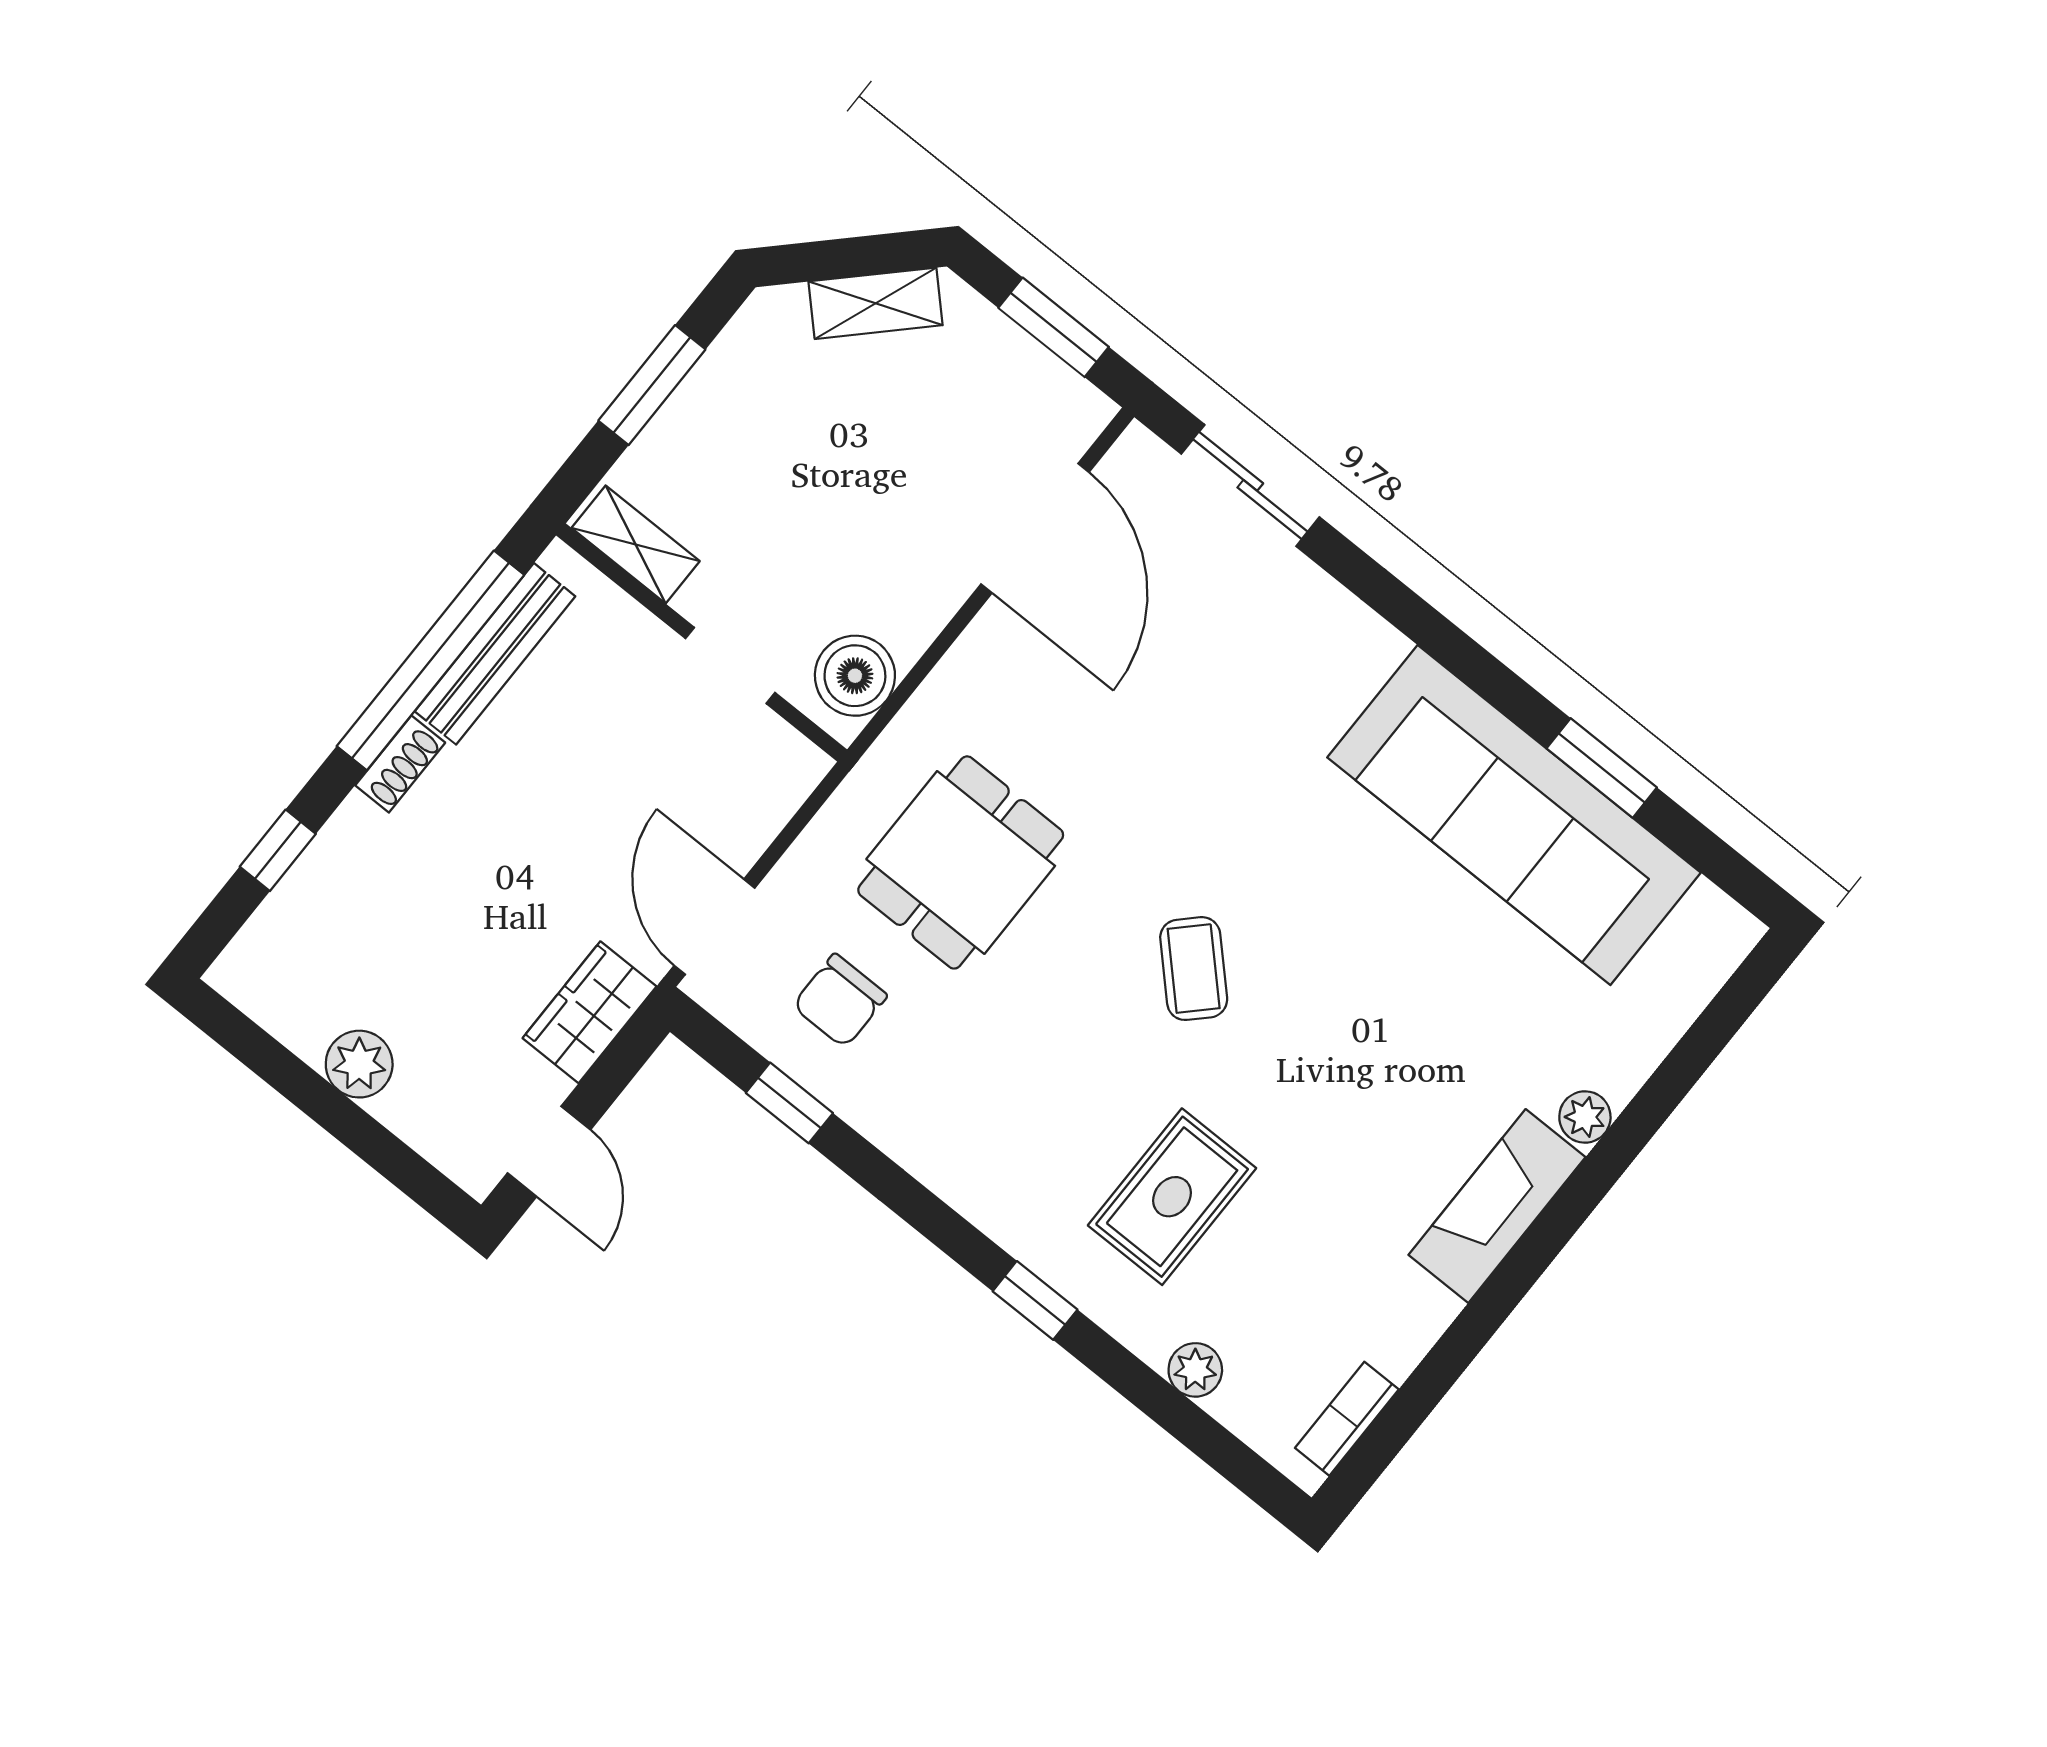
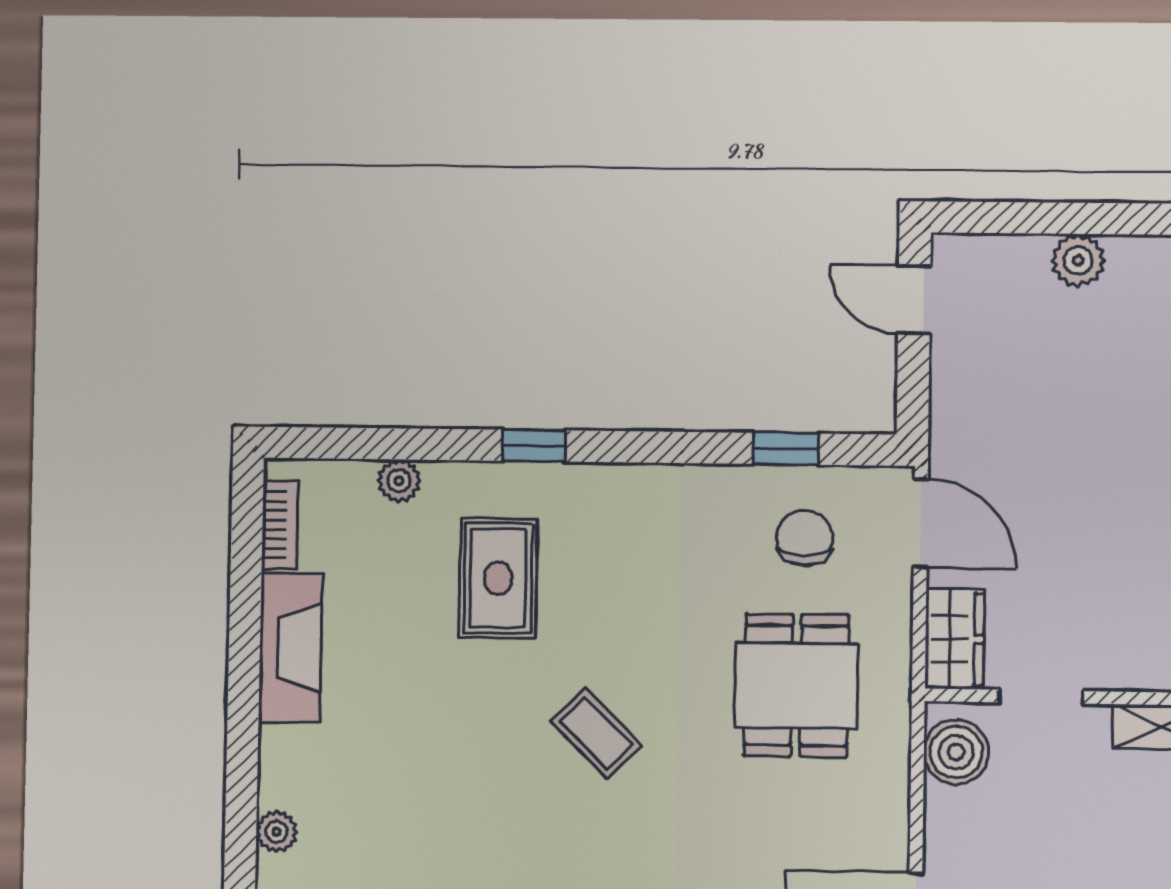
wardrobe: (589, 1012) -> (955, 639), moved
fireplace: (1497, 1206) -> (291, 648), moved

